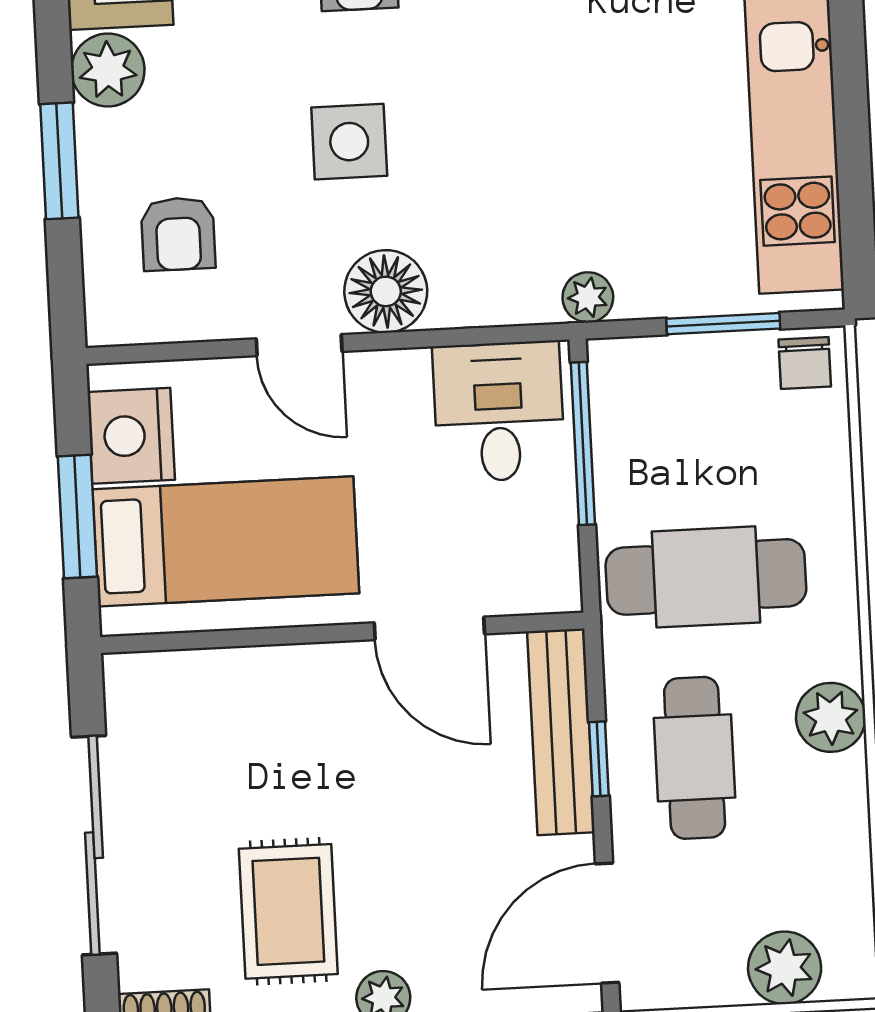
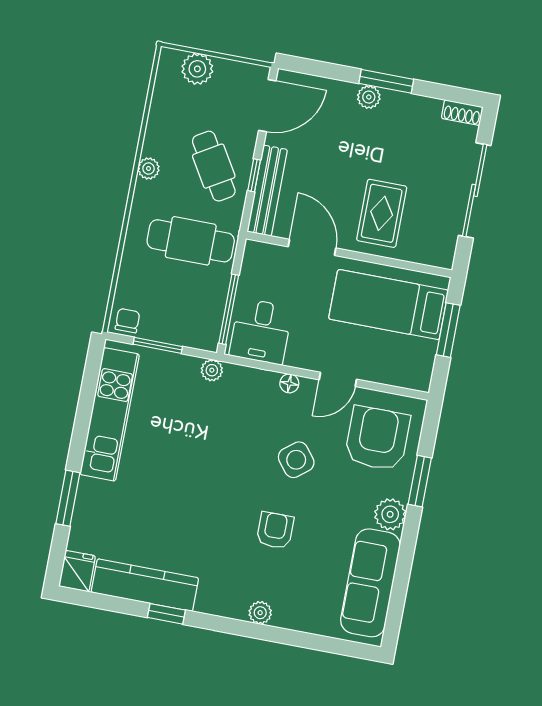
side table: (349, 142) -> (296, 460), turned -38
armchair: (178, 234) -> (377, 438), width x1.88, depth x1.88
floor lamp: (386, 291) -> (289, 383), width x0.53, depth x0.53
door: (299, 345) -> (338, 379), swing flipped
nightstand: (131, 436) -> (418, 358), removed
plant: (831, 717) -> (149, 168), width x0.73, depth x0.73
cafe table: (695, 758) -> (214, 166), turned -31
rug: (288, 911) -> (382, 213), moved

